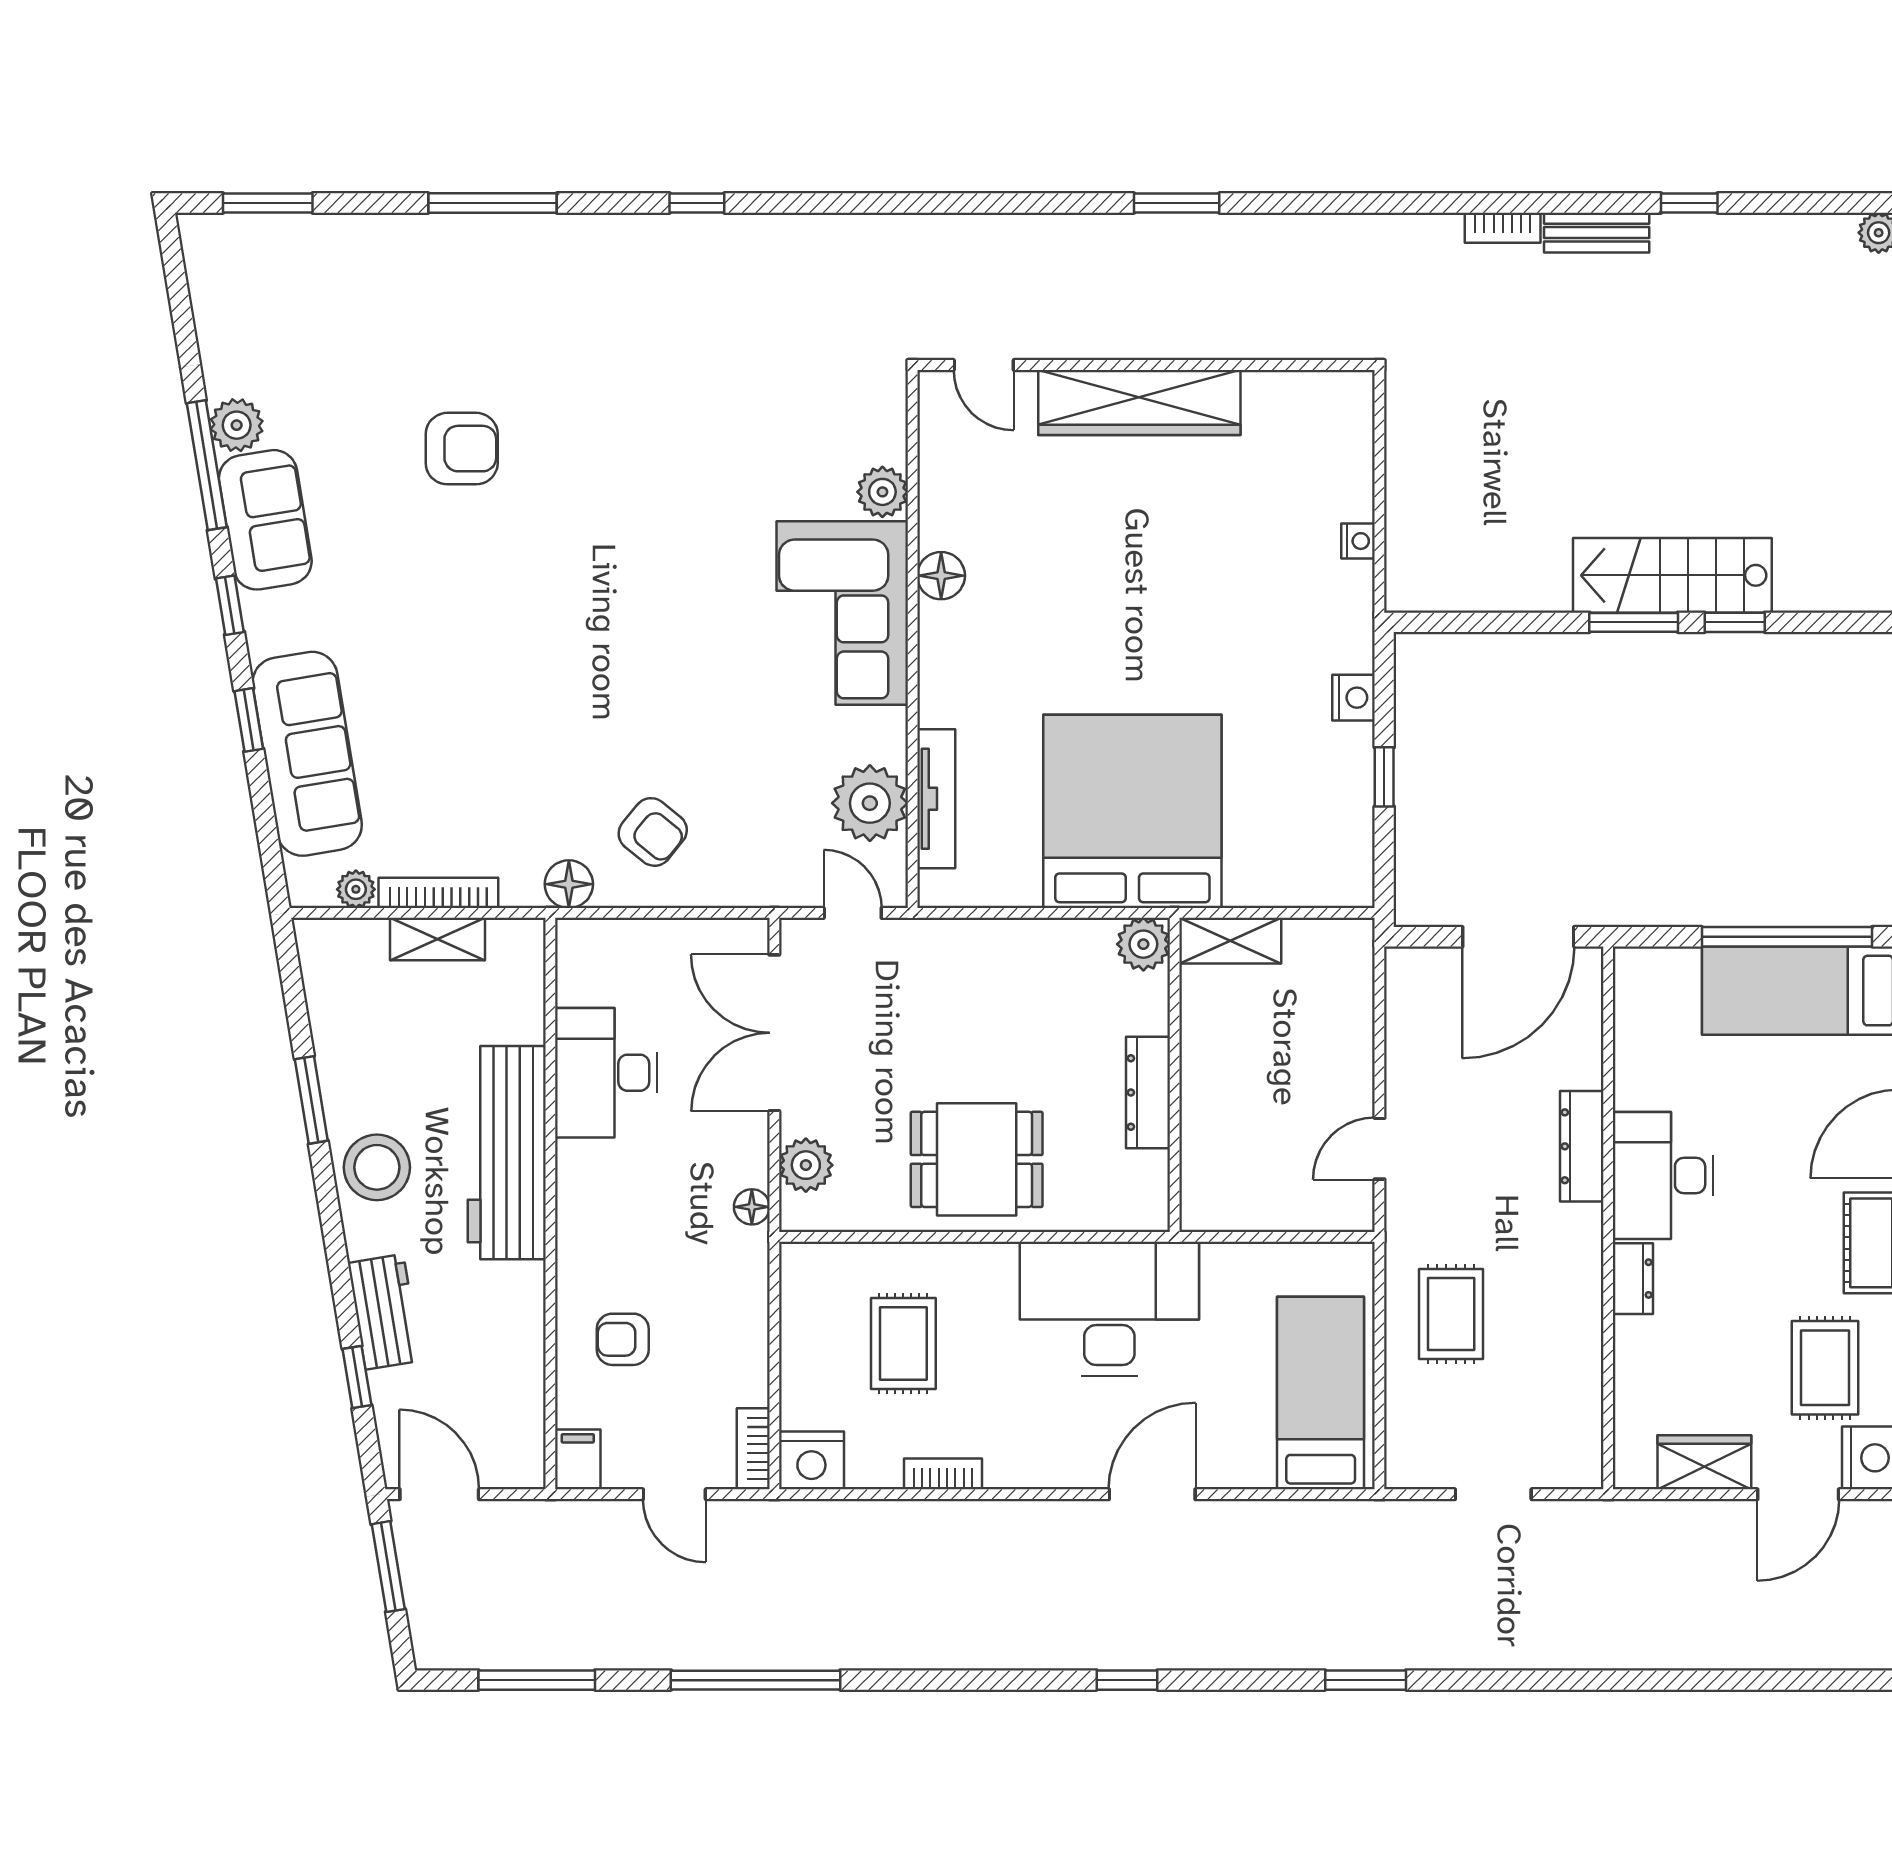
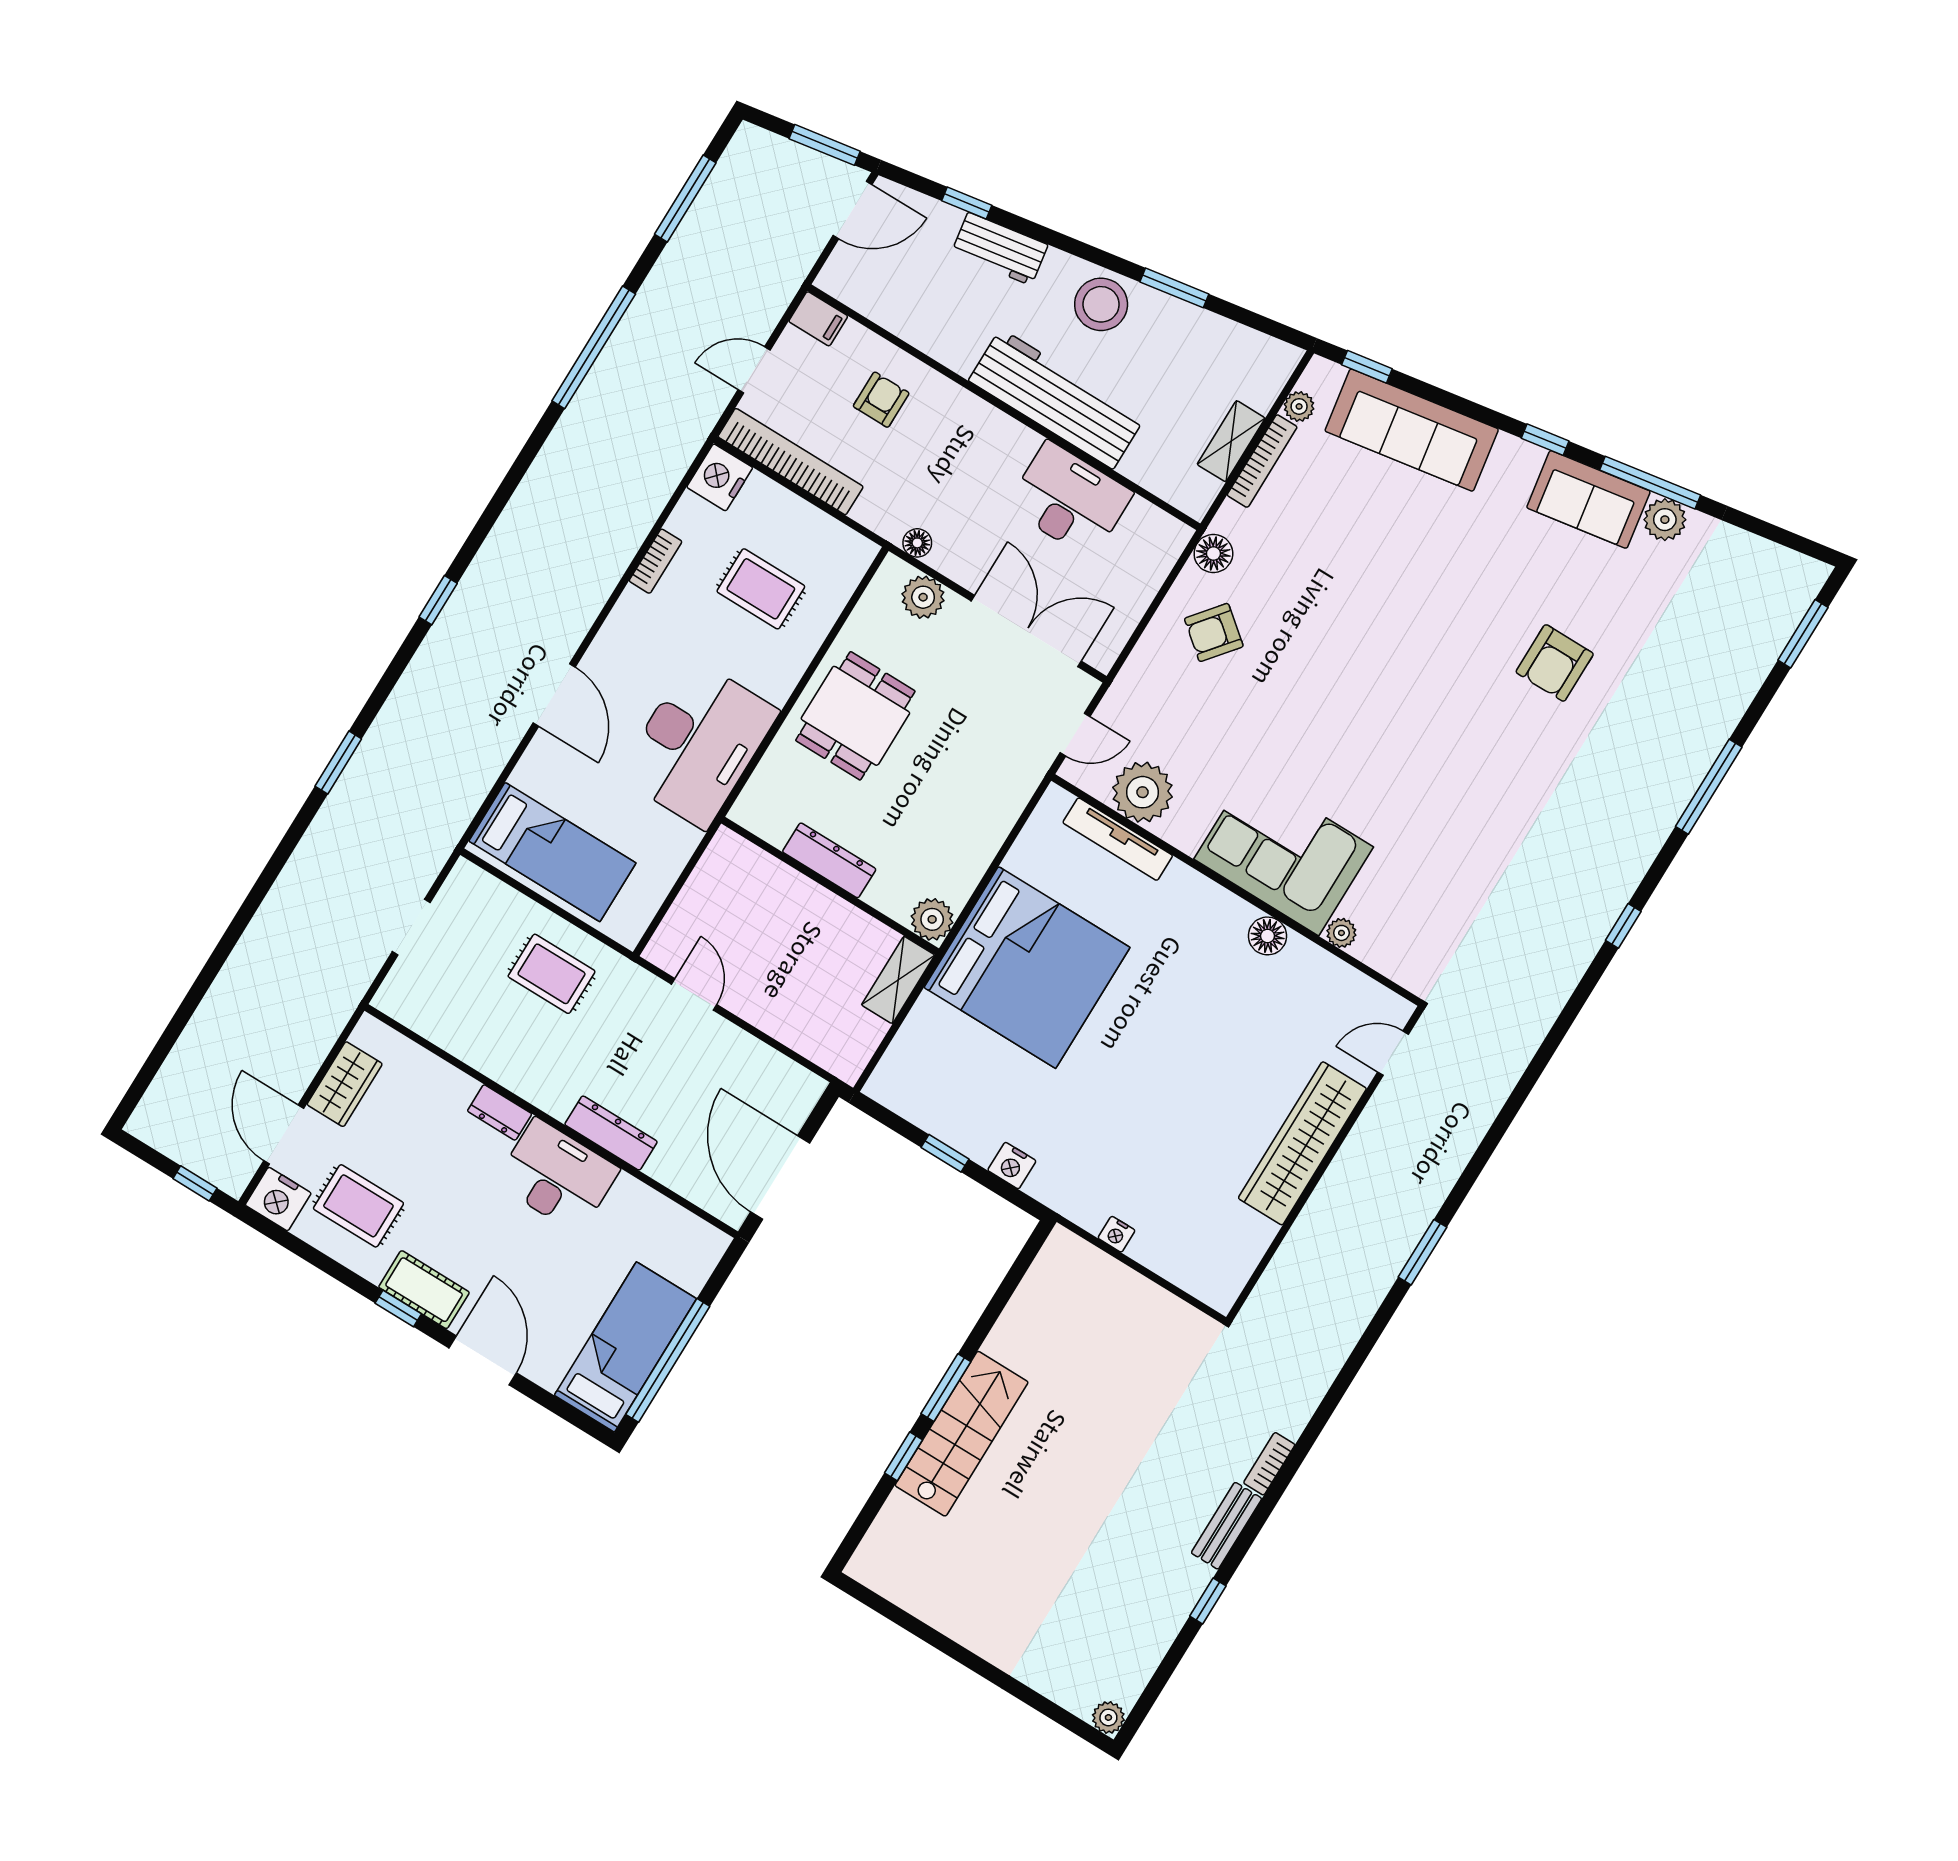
plant: (882, 492) -> (1341, 933), width x0.73, depth x0.73
window: (249, 720) -> (1367, 367), moved
bookcase: (753, 1449) -> (791, 462), width x2.31, depth x1.31

